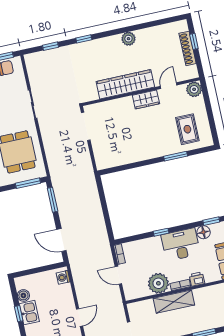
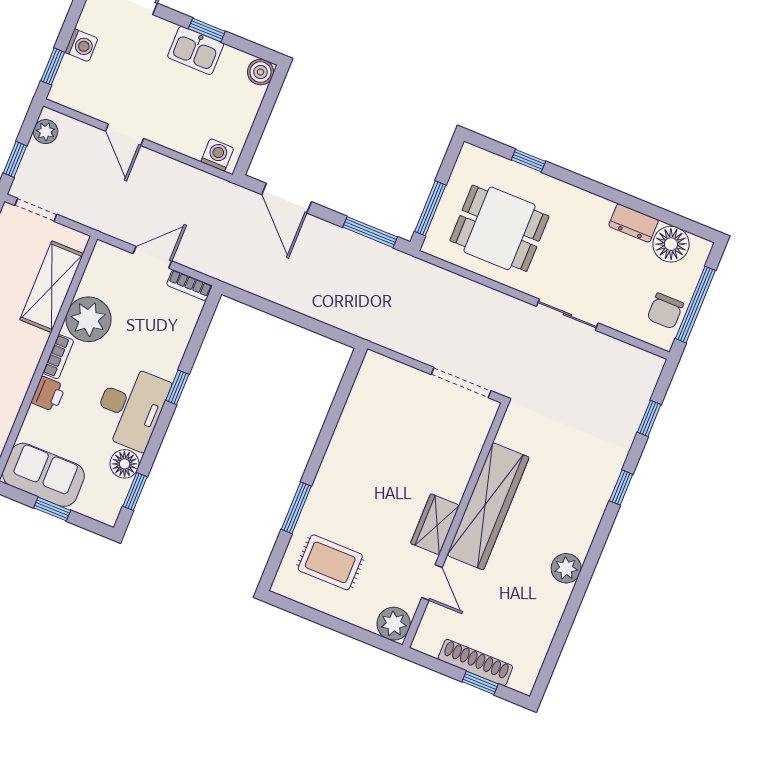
door: (61, 240) -> (287, 198), swing flipped
boiler: (23, 295) -> (260, 72), moved
shelving: (174, 302) -> (52, 287), moved

